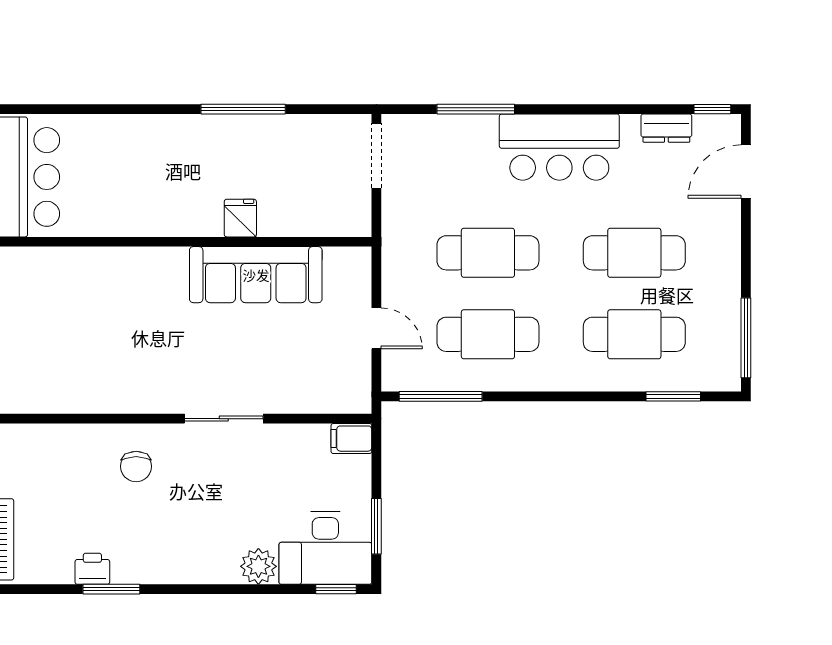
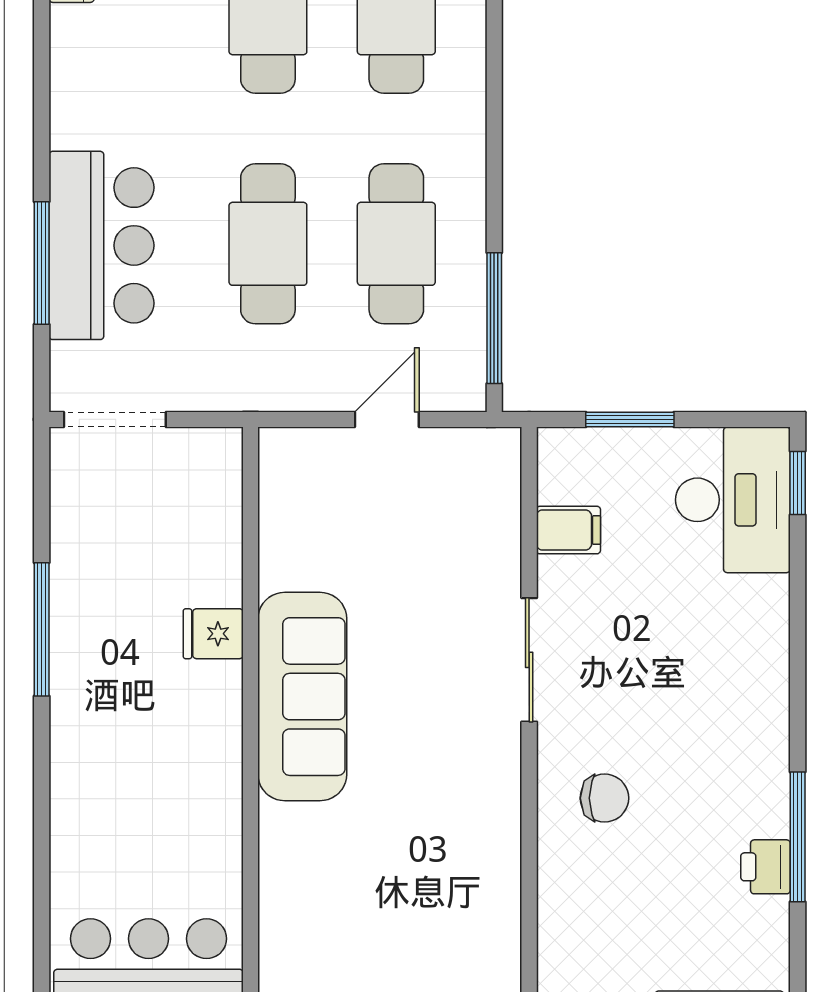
bar counter: (559, 147) -> (101, 245), moved
sofa: (256, 275) -> (302, 697), moved
filing cabinet: (351, 439) -> (568, 530), moved, turned -90
window: (376, 526) -> (630, 419), moved
plant: (258, 566) -> (762, 605), removed
window: (111, 589) -> (798, 837), width x1.44

